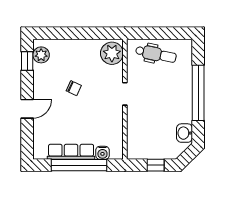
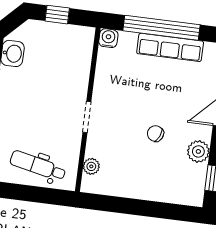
plant: (112, 53) -> (91, 166), width x0.53, depth x0.53
plant: (41, 55) -> (198, 151), moved
water cooler: (102, 153) -> (108, 38), moved

